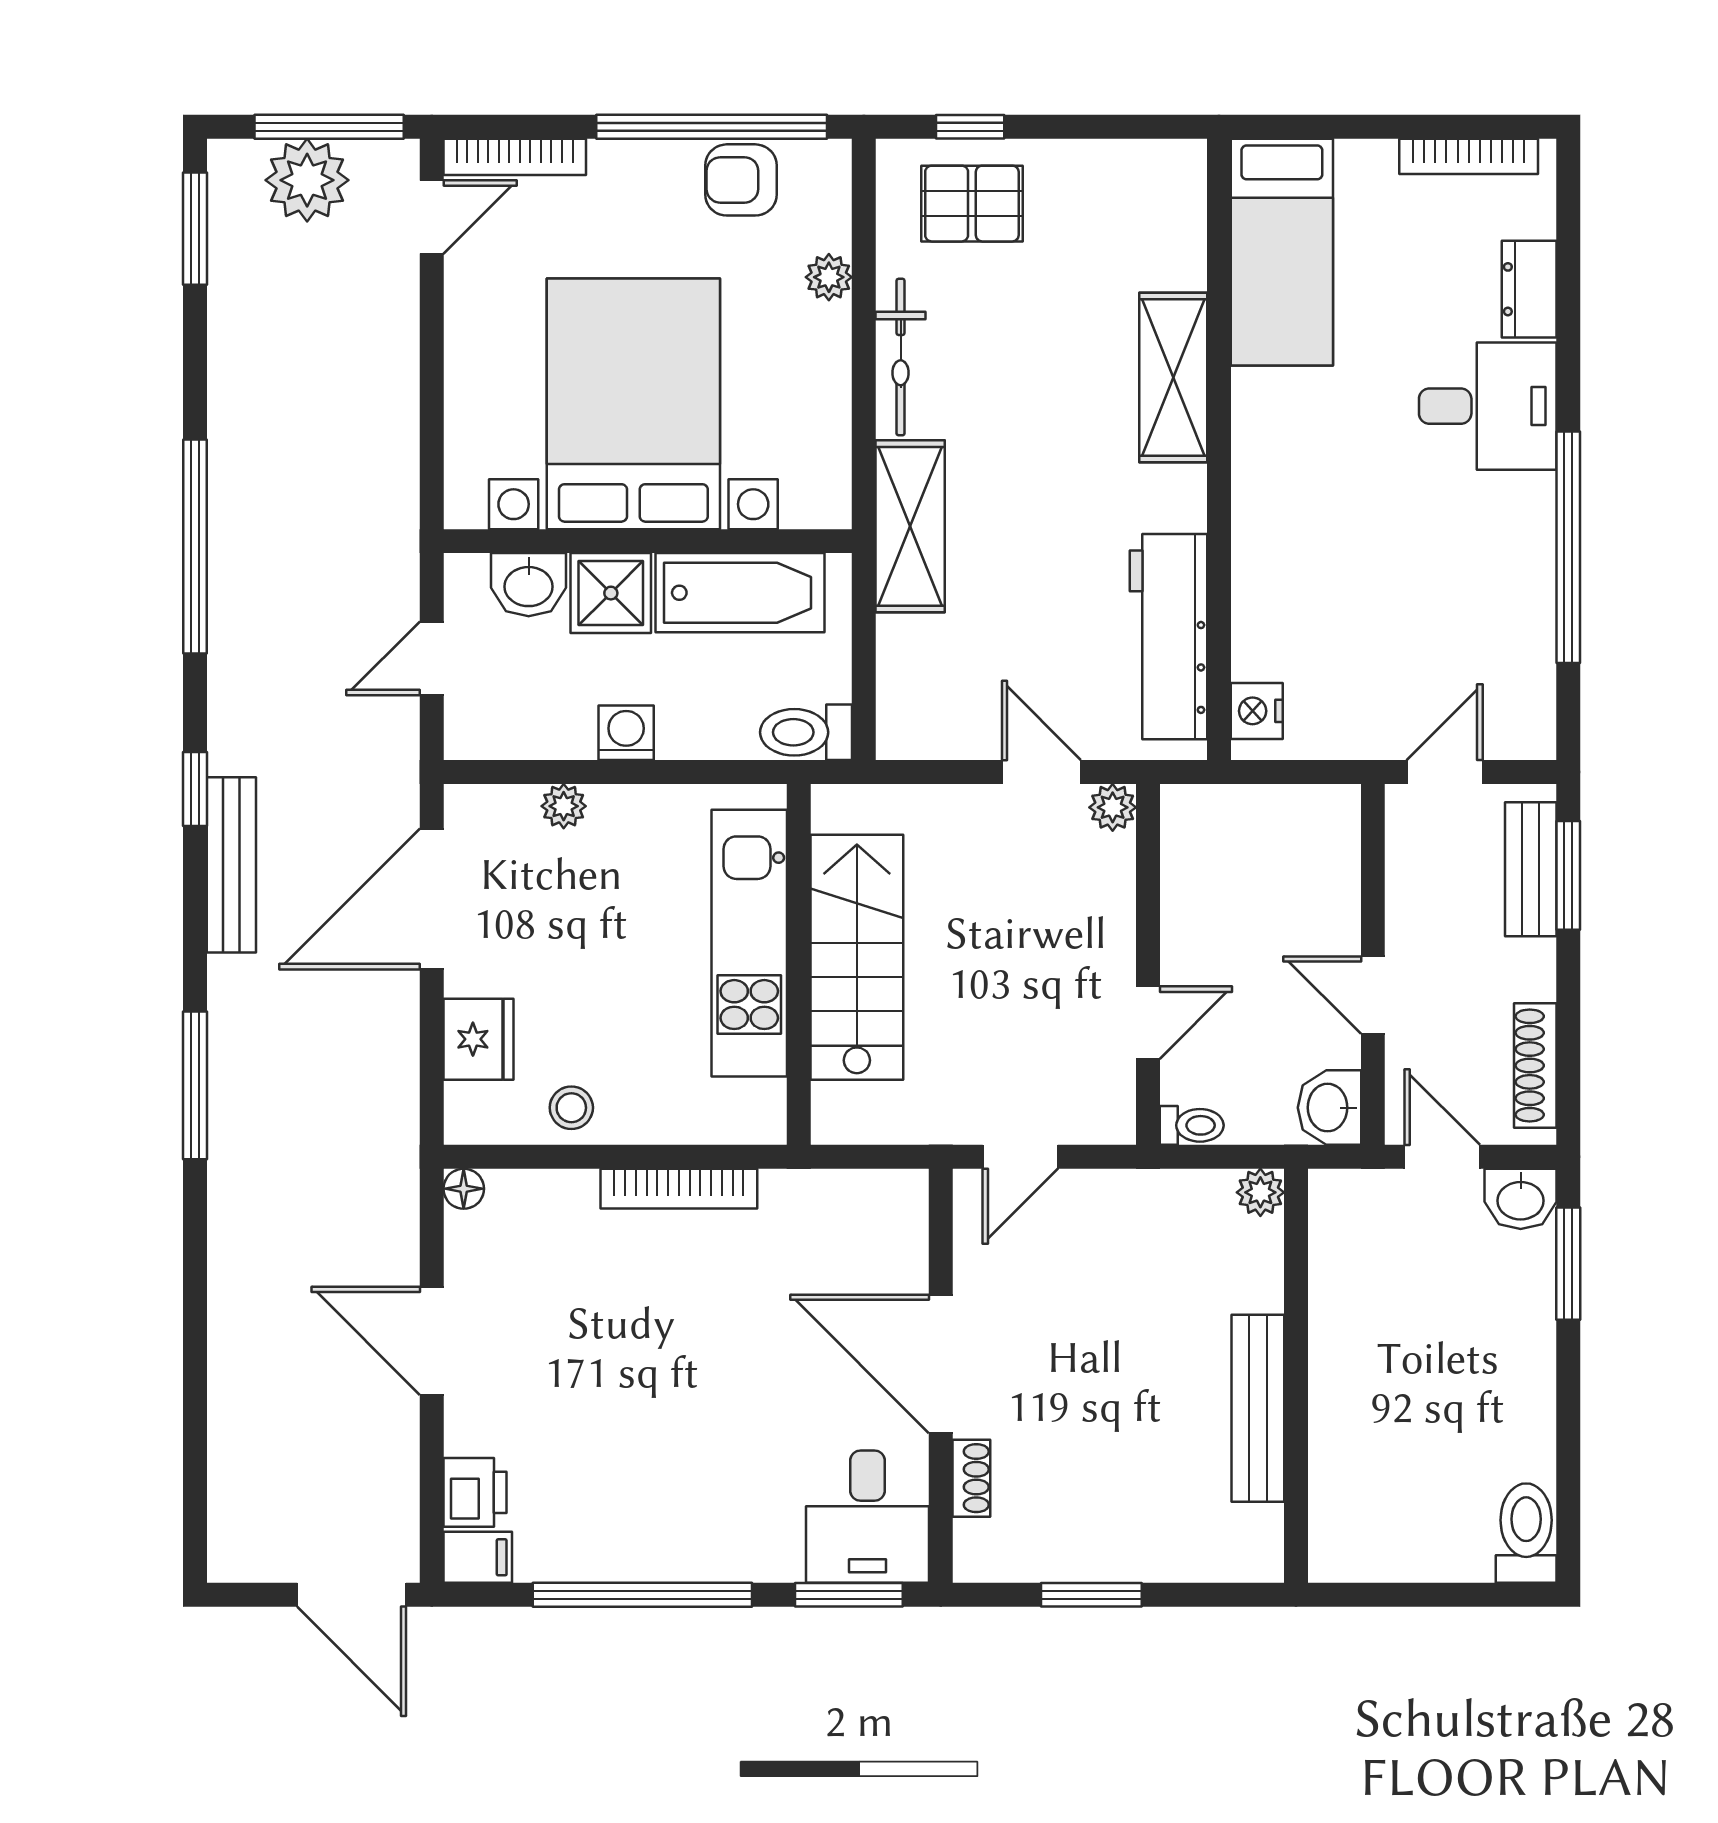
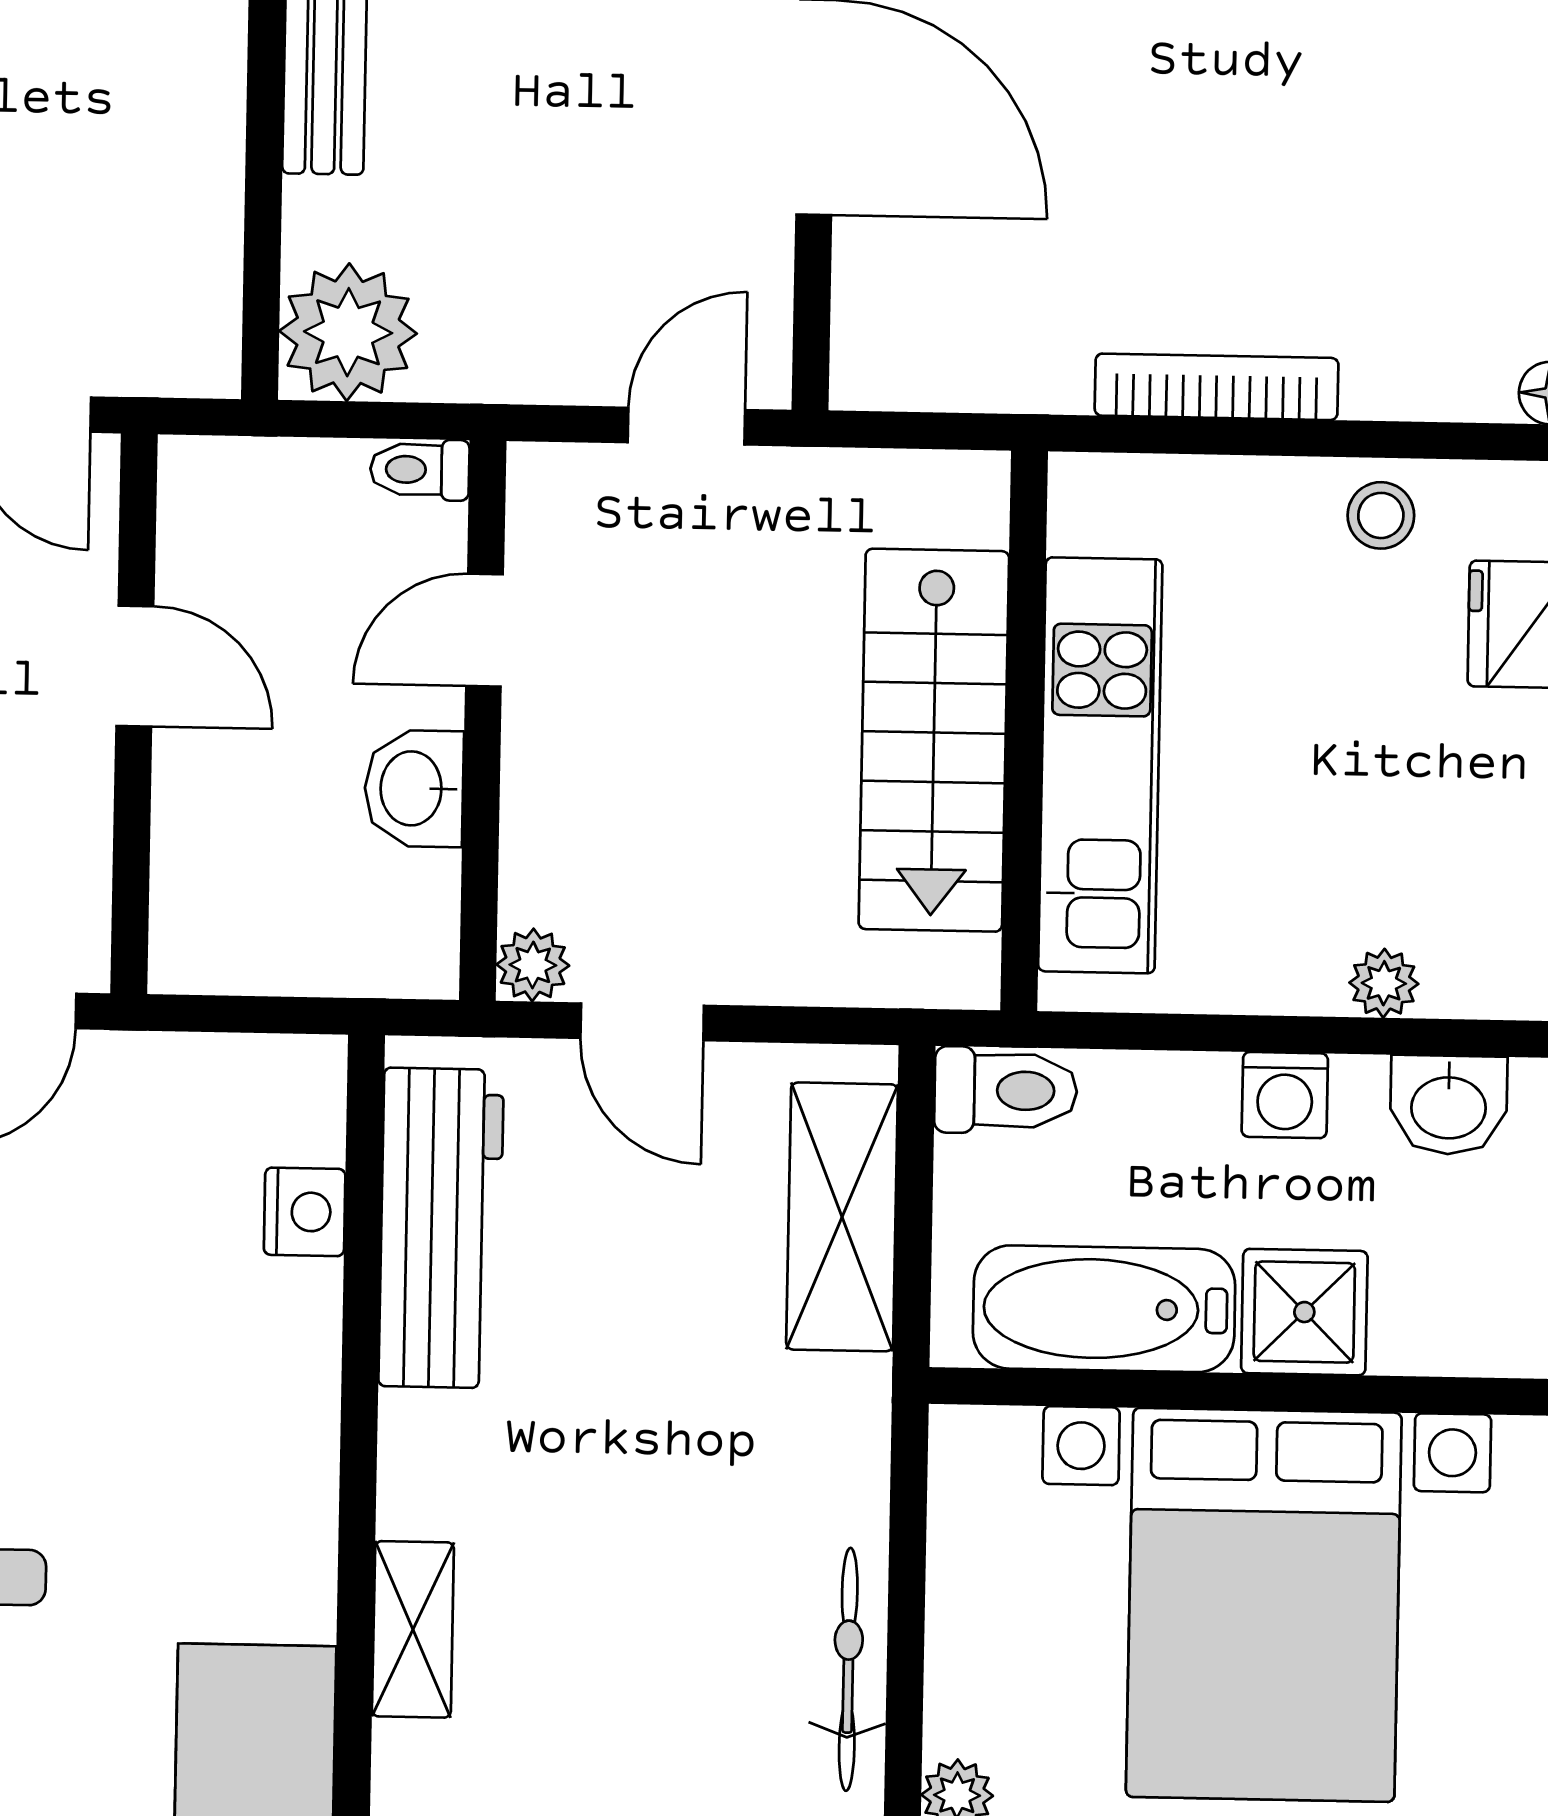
shelving: (1173, 377) -> (413, 1629), width x0.67, depth x0.75
shelving: (910, 526) -> (842, 1217), moved
washbasin: (529, 585) -> (1449, 1105), moved, turned 180
nightstand: (1257, 711) -> (305, 1212), moved
washbasin: (1329, 1108) -> (414, 788), moved, turned 180
plant: (1260, 1192) -> (348, 332), width x1.88, depth x1.88

